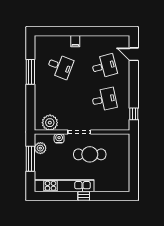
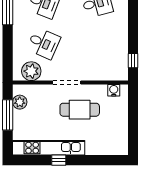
desk: (104, 100) -> (44, 43), moved, turned 36
water cooler: (59, 138) -> (114, 90), moved
window: (84, 196) -> (59, 160), moved

